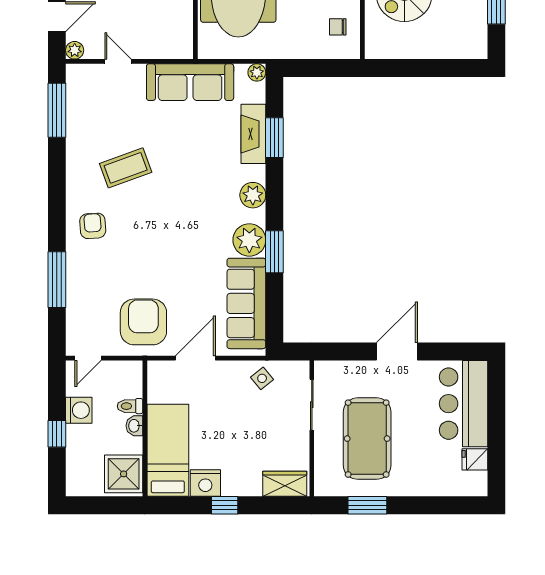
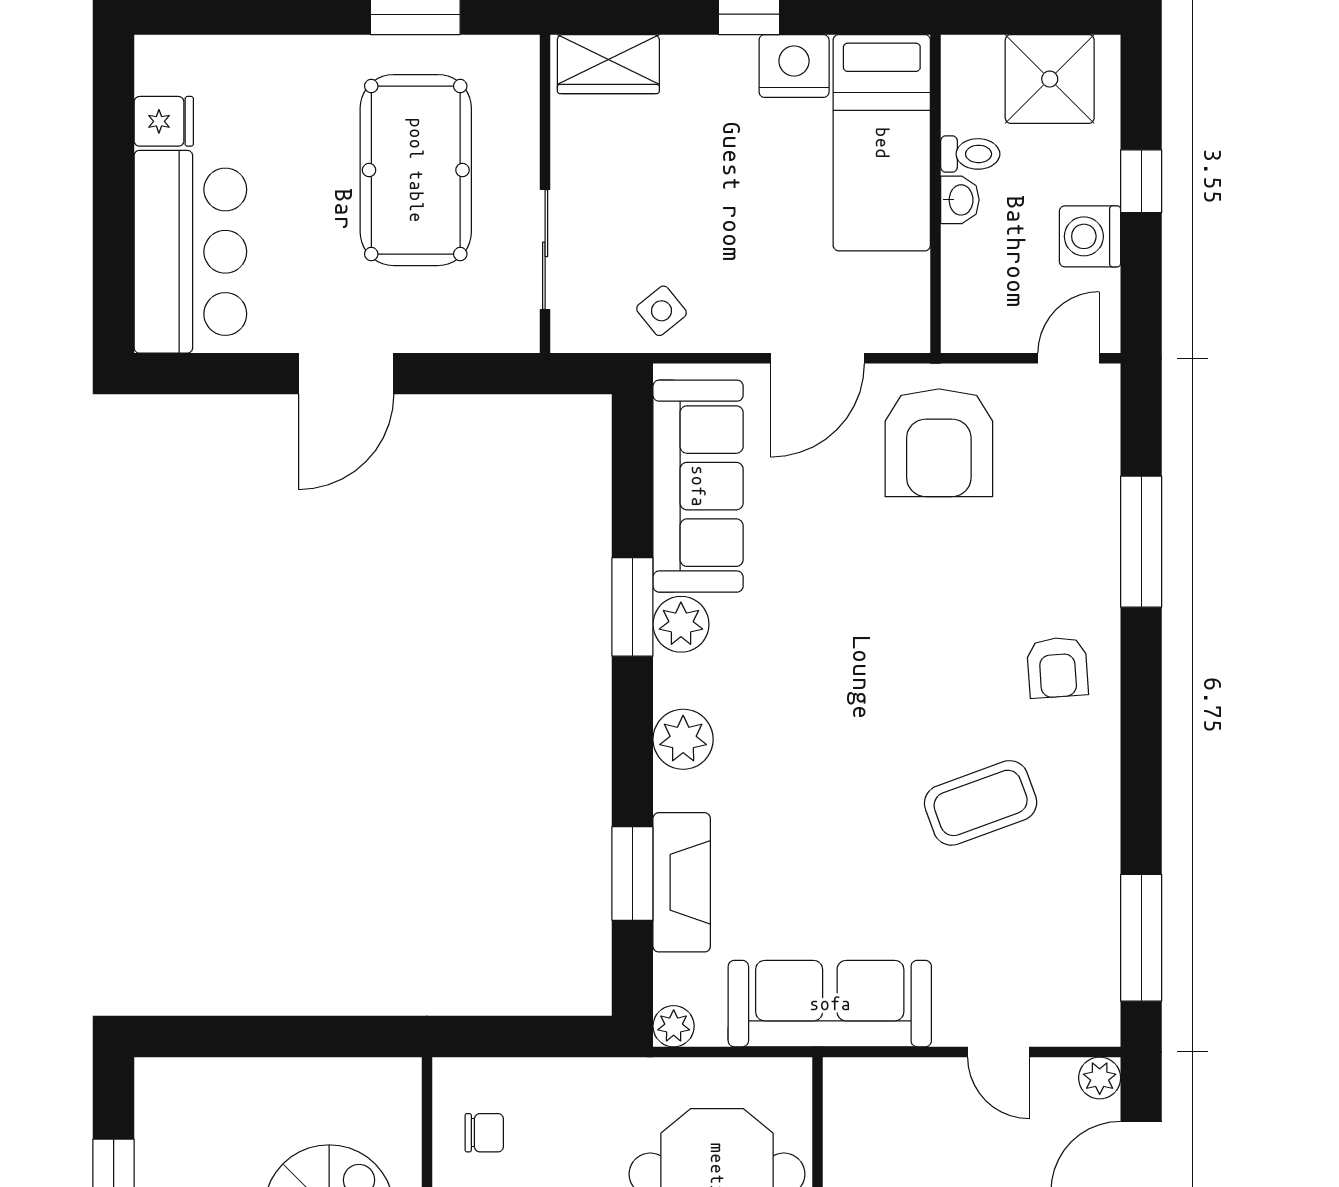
plant: (249, 240) -> (681, 624), width x0.73, depth x0.73
toilet: (130, 406) -> (970, 154), moved
shower: (124, 474) -> (1050, 79), moved

